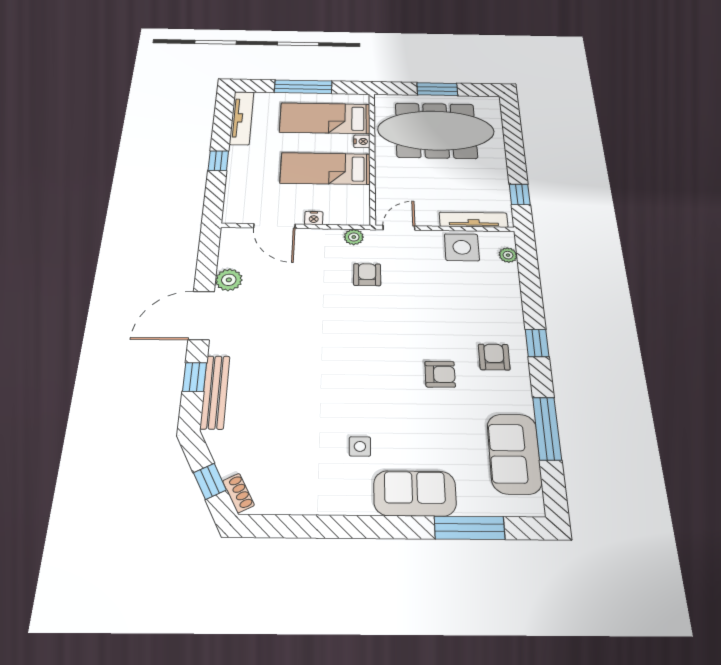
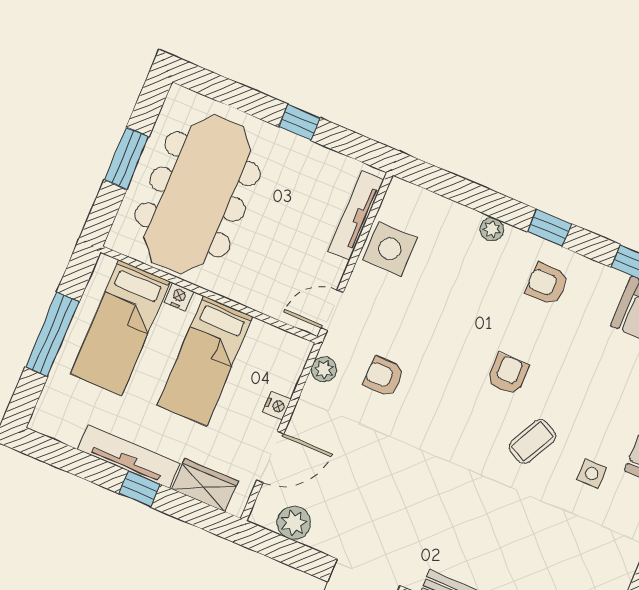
tv unit: (242, 118) -> (129, 457), moved
window: (520, 194) -> (299, 122), moved
wardrobe: (237, 195) -> (205, 485), added
door: (399, 228) -> (332, 310), hinge flipped
plant: (508, 255) -> (492, 229), moved
plant: (229, 280) -> (294, 523), moved
armchair: (440, 374) -> (508, 374), moved
coffee table: (366, 392) -> (532, 441), added

